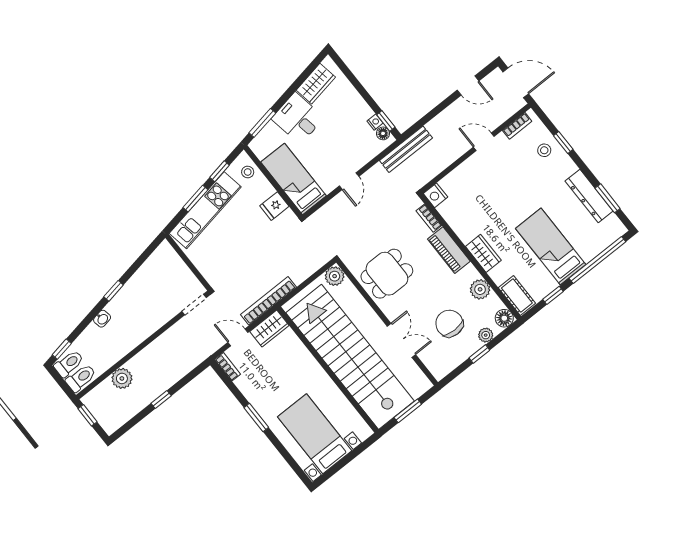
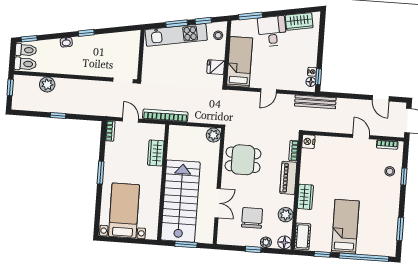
dresser: (589, 196) -> (391, 218), removed
wardrobe: (269, 329) -> (156, 153), moved, turned 90
stairs: (350, 357) -> (180, 201), width x0.73

